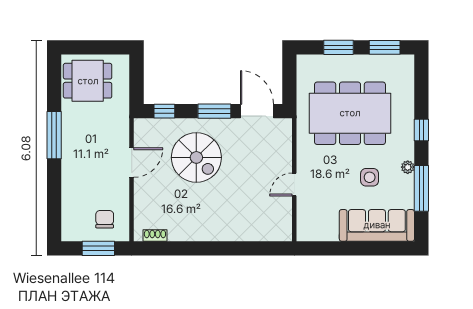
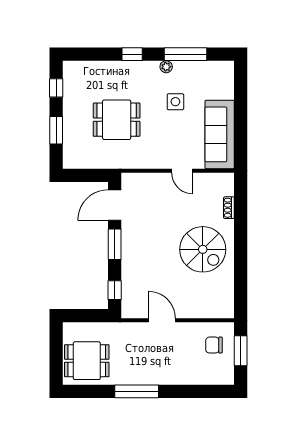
window: (385, 47) -> (56, 88), width x0.67
dining table: (88, 81) -> (87, 361), turned 90
dining table: (350, 113) -> (117, 120), width x0.53, depth x0.80
spiral stairs: (196, 157) -> (203, 249), moved, turned 90
sofa: (377, 225) -> (220, 134), moved
shoe rack: (155, 236) -> (229, 208), moved

